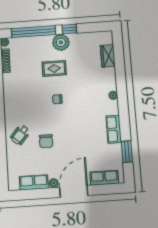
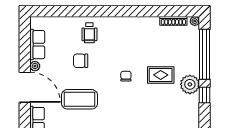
rug: (54, 68) -> (161, 75), turned 90
wheelchair: (20, 135) -> (89, 33), turned -131
coffee table: (81, 140) -> (80, 99), added

